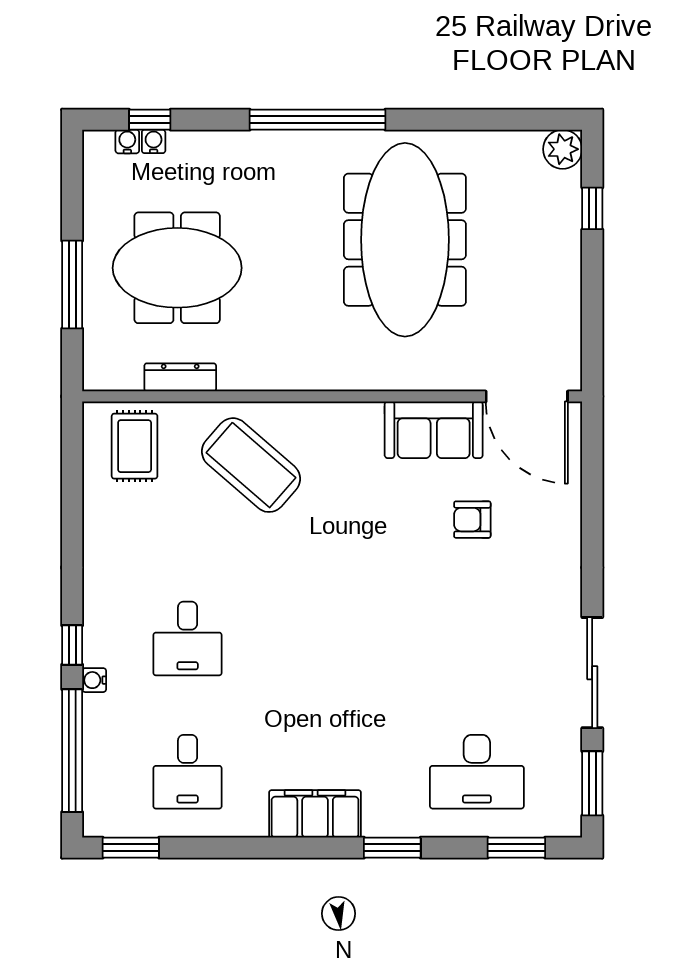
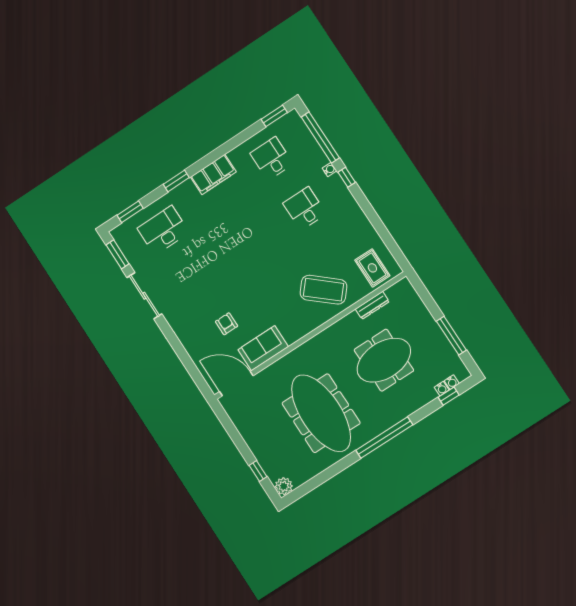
meeting table: (177, 268) -> (384, 360), moved
window: (72, 285) -> (451, 336), moved
armchair: (472, 520) -> (227, 324), turned -90

